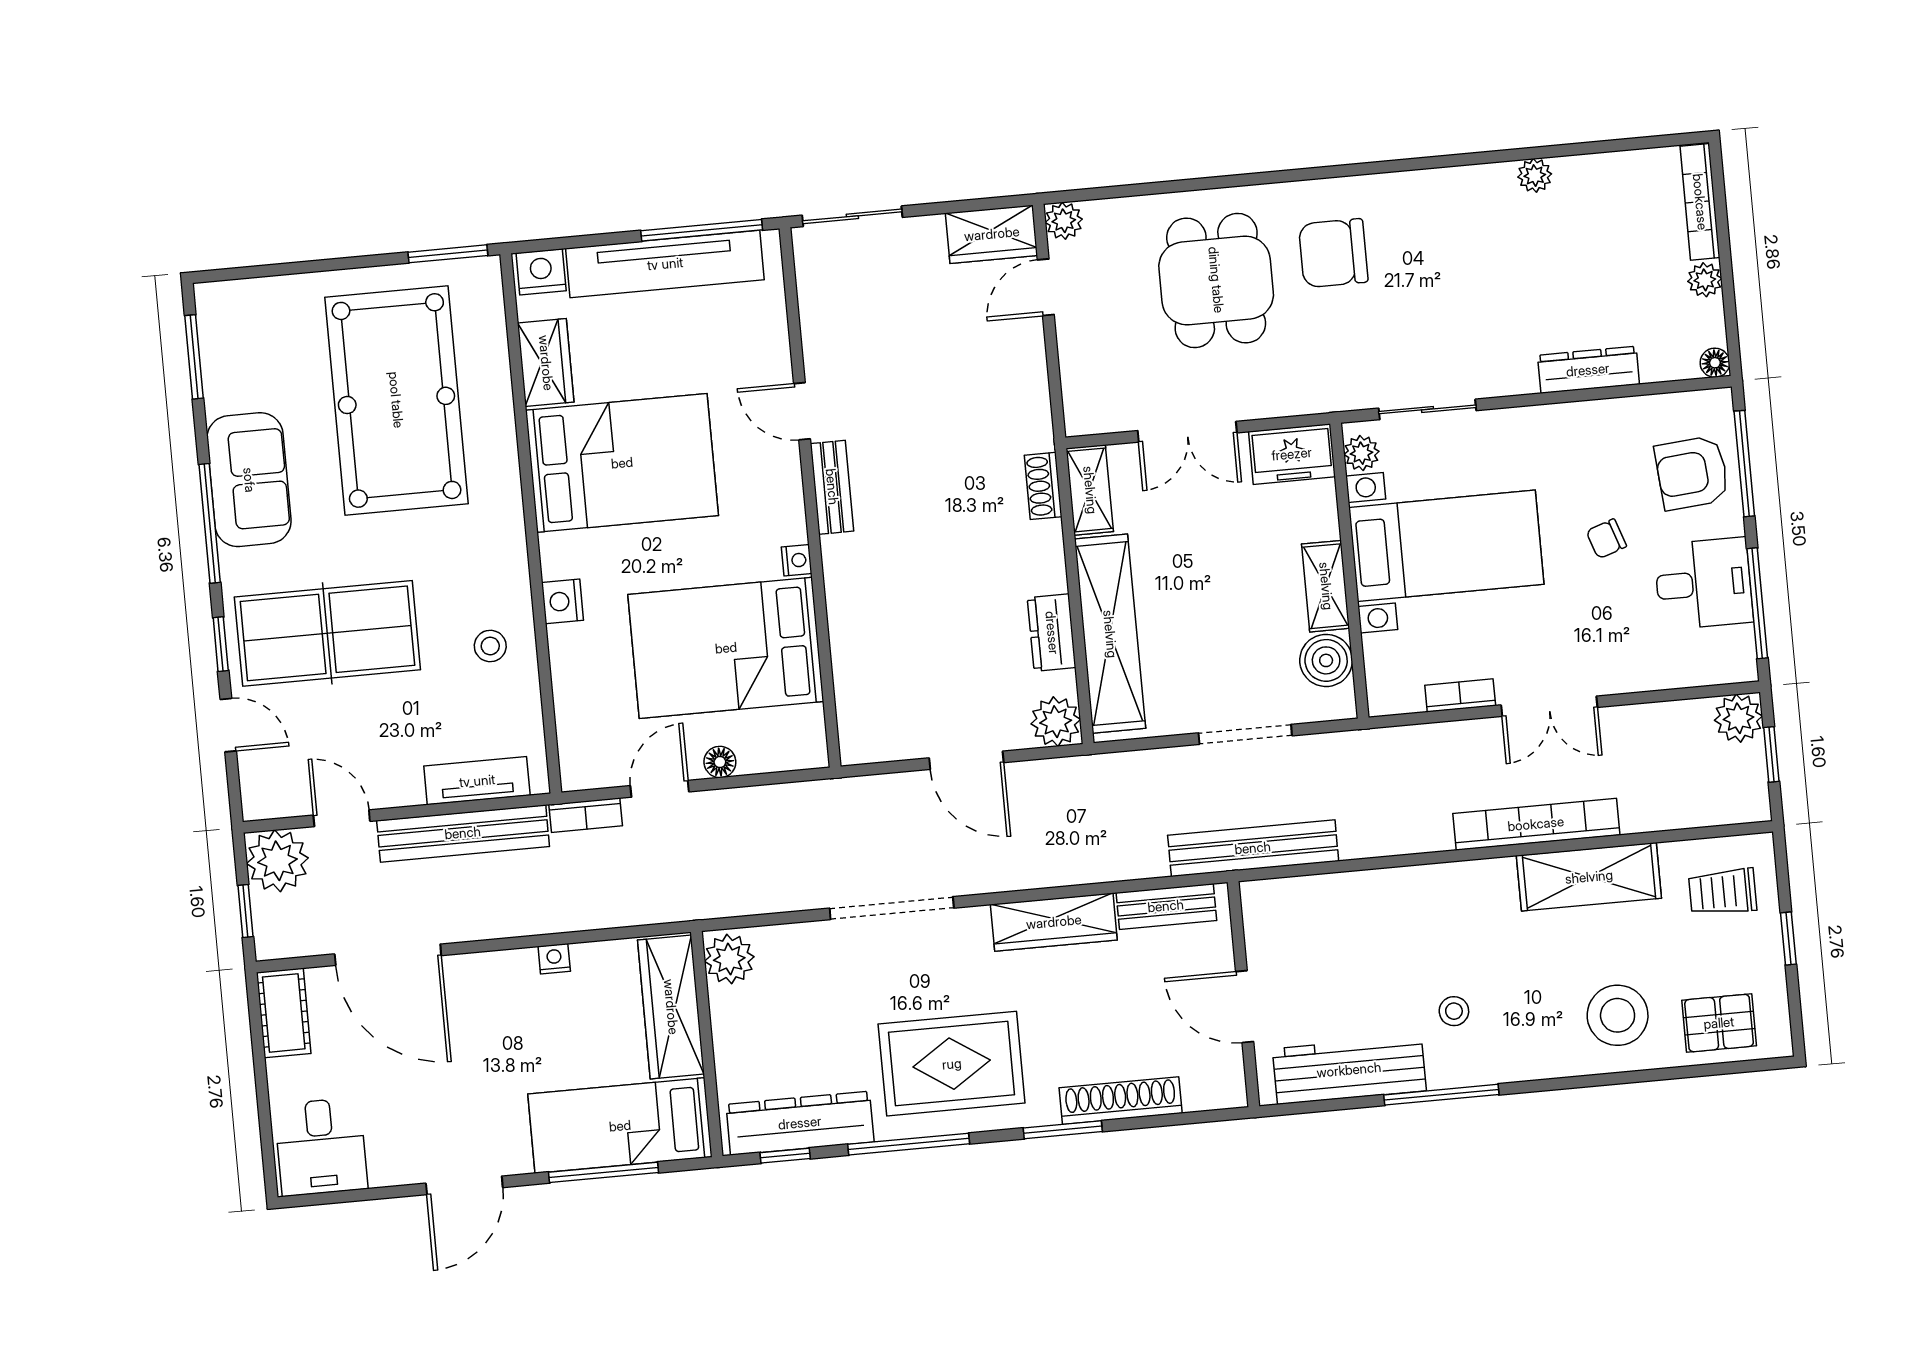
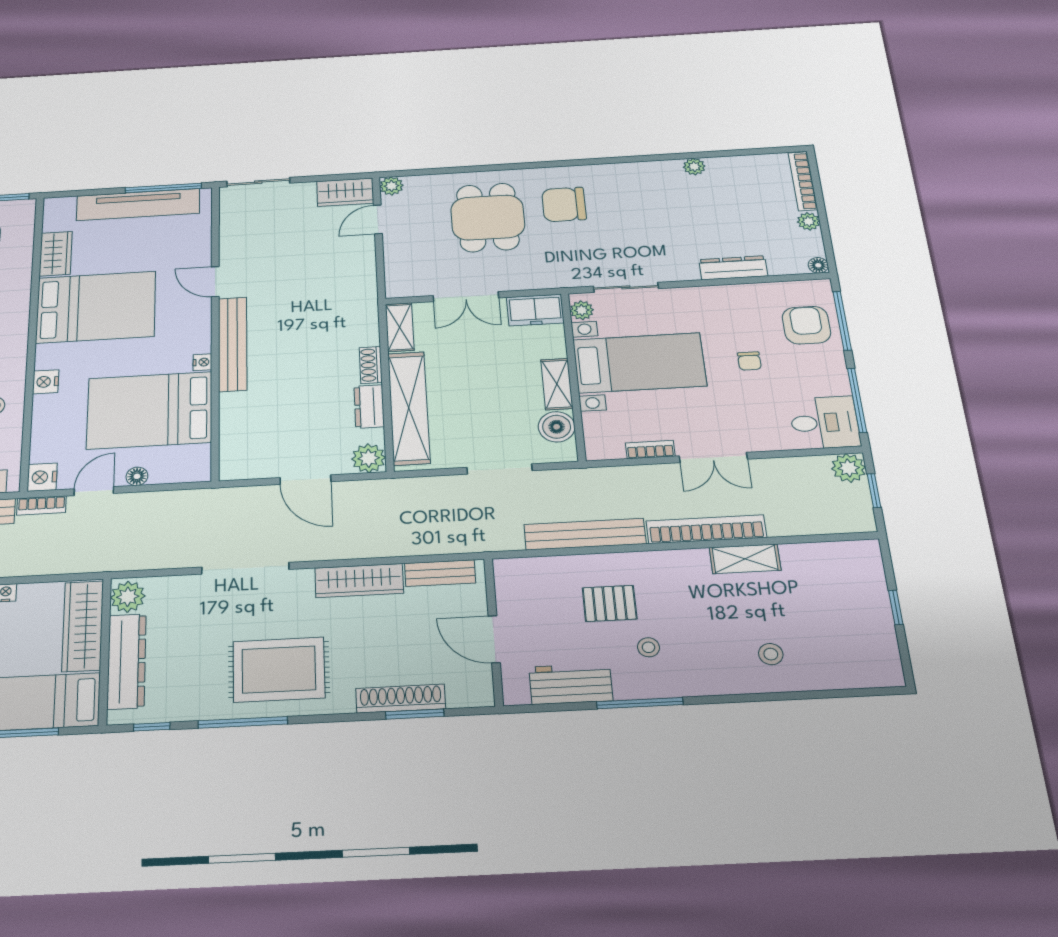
nightstand: (541, 272) -> (42, 477), moved, turned -90
armchair: (1692, 473) -> (806, 325), turned 95
shoe rack: (1043, 486) -> (371, 365), moved
bench: (832, 487) -> (233, 344), width x1.86, depth x1.21
chair: (1606, 539) -> (749, 361), turned -71
desk: (1704, 584) -> (825, 423), moved
bench: (1253, 848) -> (585, 534), moved
shelving: (1589, 877) -> (745, 559), width x0.67, depth x0.75
trolley: (1723, 892) -> (845, 576), removed
stool: (1618, 1015) -> (771, 654), width x0.53, depth x0.53
pallet: (1719, 1023) -> (610, 603), moved
workbench: (1349, 1070) -> (571, 684), width x0.73
dresser: (800, 1123) -> (127, 661), moved, turned 90
window: (1063, 1130) -> (415, 714), moved

